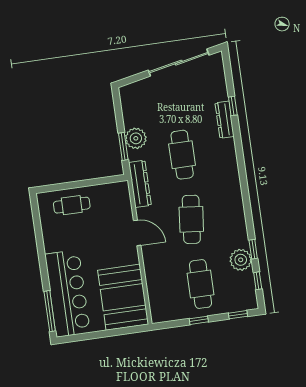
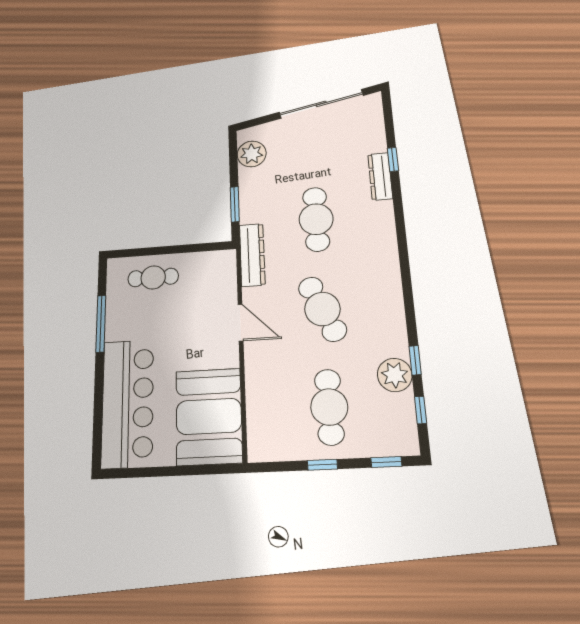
plant: (136, 138) -> (252, 154), moved
cafe table: (191, 219) -> (322, 309), turned -30
window: (50, 311) -> (101, 324), moved

